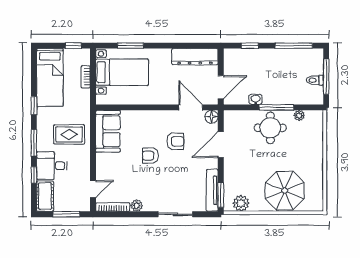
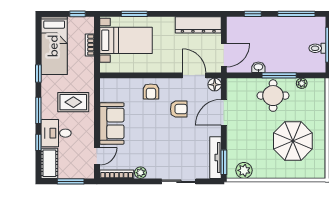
sofa: (108, 131) -> (112, 123), moved
armchair: (150, 156) -> (151, 91), moved, turned -90
parasol: (285, 191) -> (293, 141), moved

